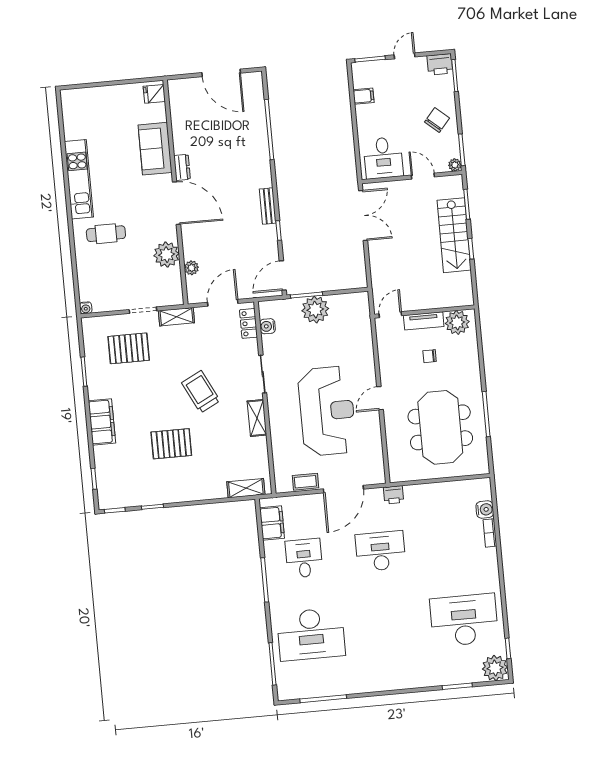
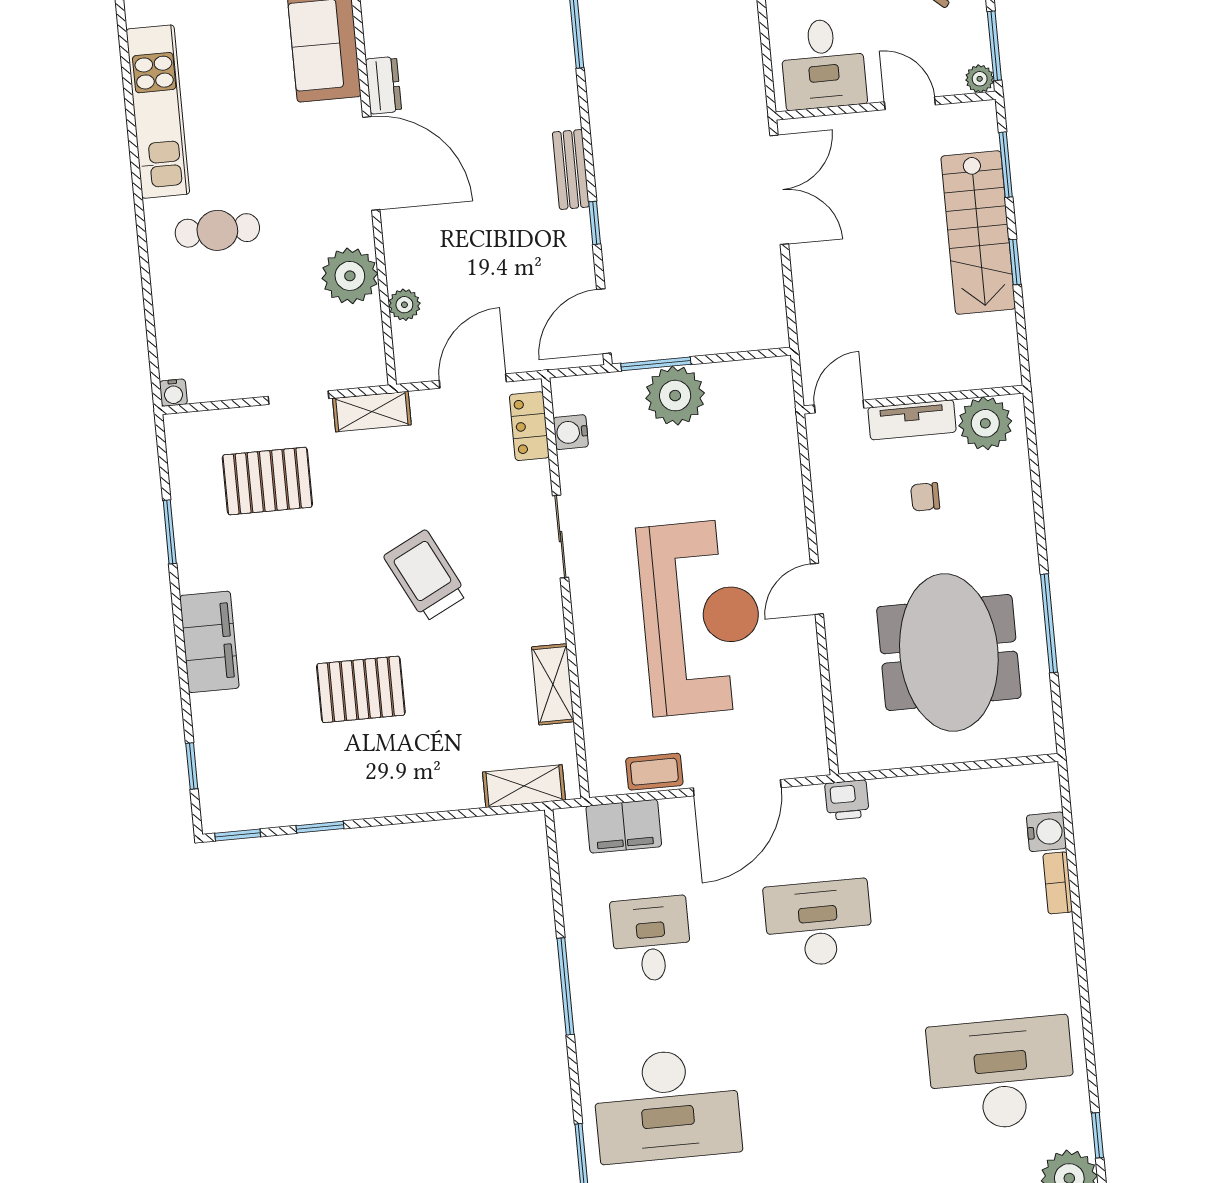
shelving: (257, 418) -> (553, 684), moved
filing cabinet: (272, 523) -> (624, 826), moved, turned 90

